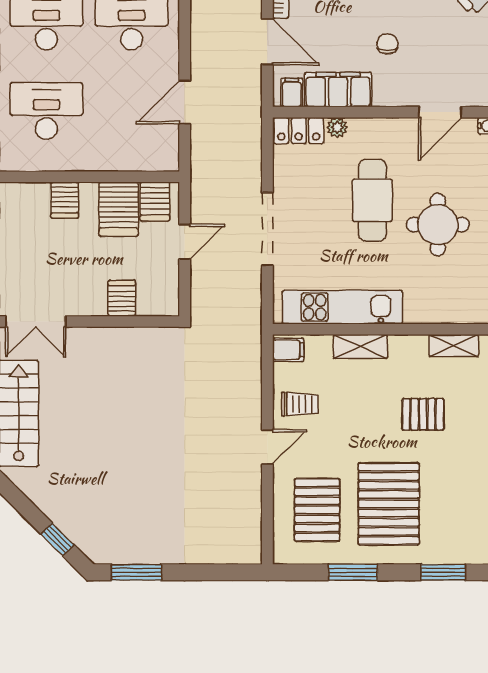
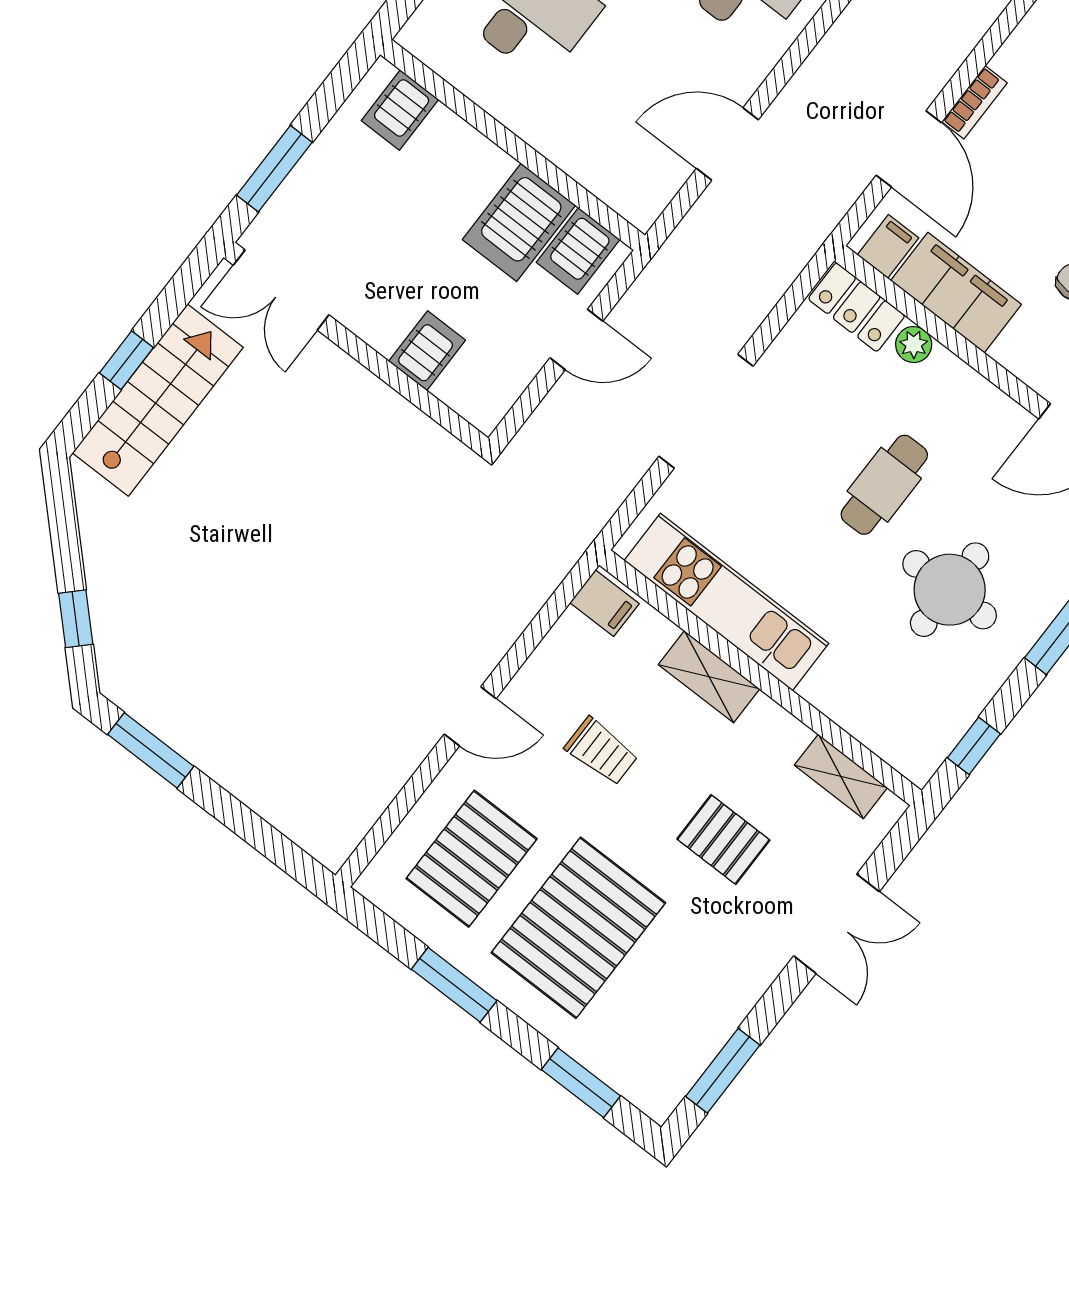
server rack: (65, 200) -> (400, 110), moved
cafe table: (372, 200) -> (884, 485), width x0.73, depth x0.74
trolley: (300, 404) -> (601, 751), moved

